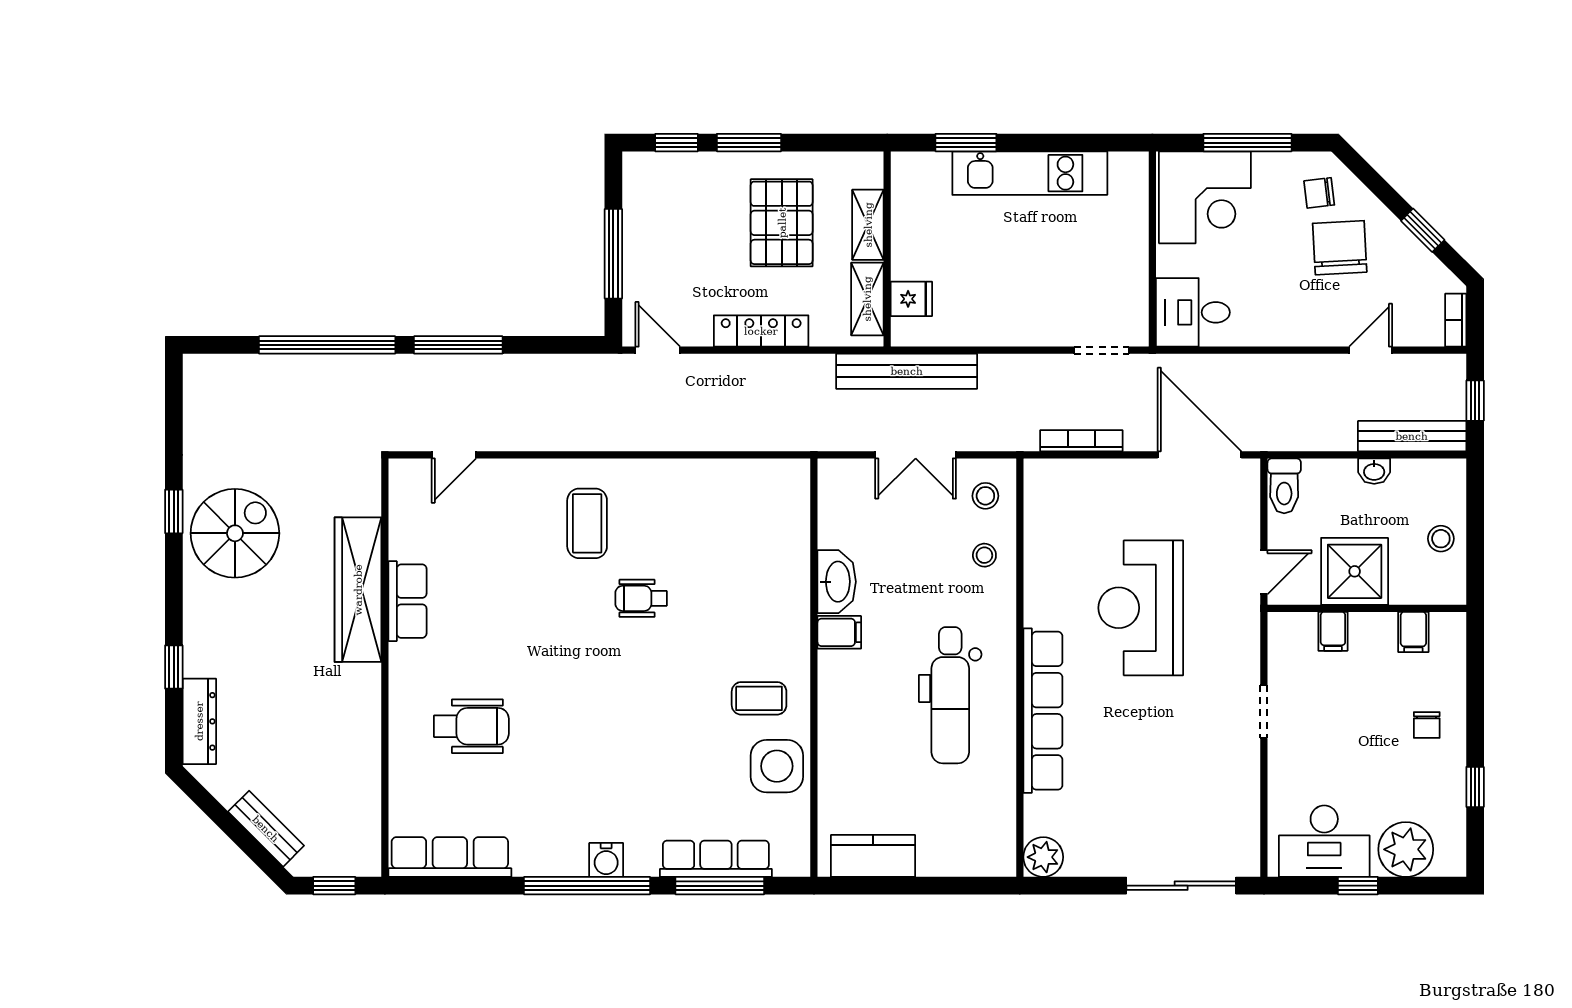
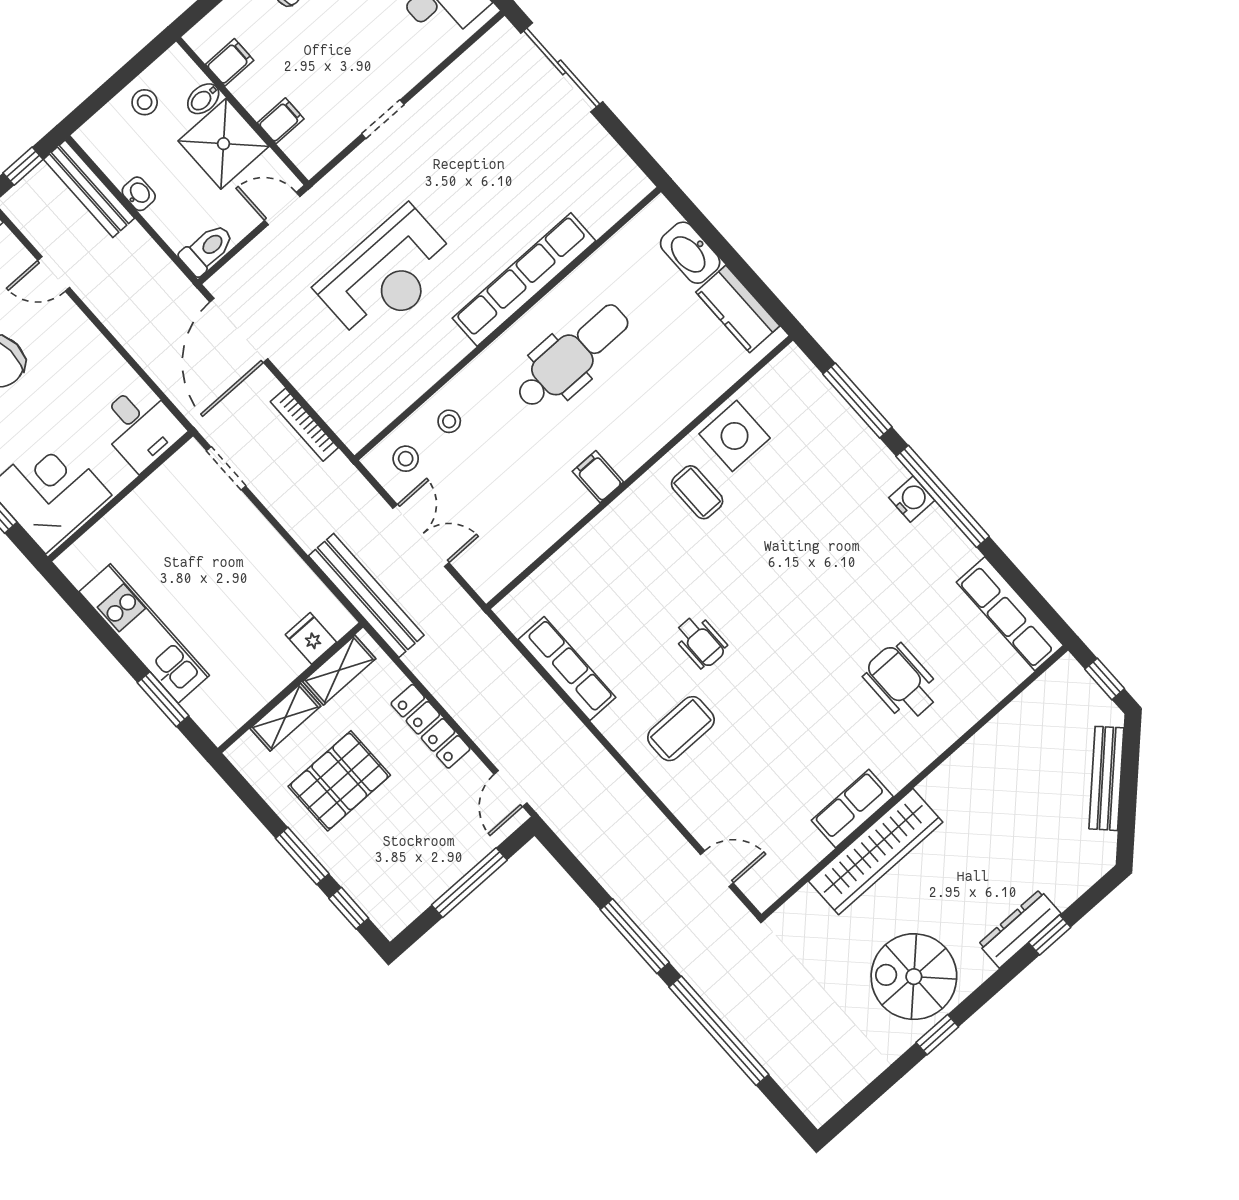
washbasin: (837, 582) -> (690, 253), moved, turned -90
bidet: (1403, 586) -> (203, 99), added
dresser: (199, 721) -> (1020, 929), moved
bench: (266, 829) -> (1106, 778), width x1.36
plant: (1043, 857) -> (629, 185), removed
row of seats: (716, 859) -> (567, 669), moved, turned 180

